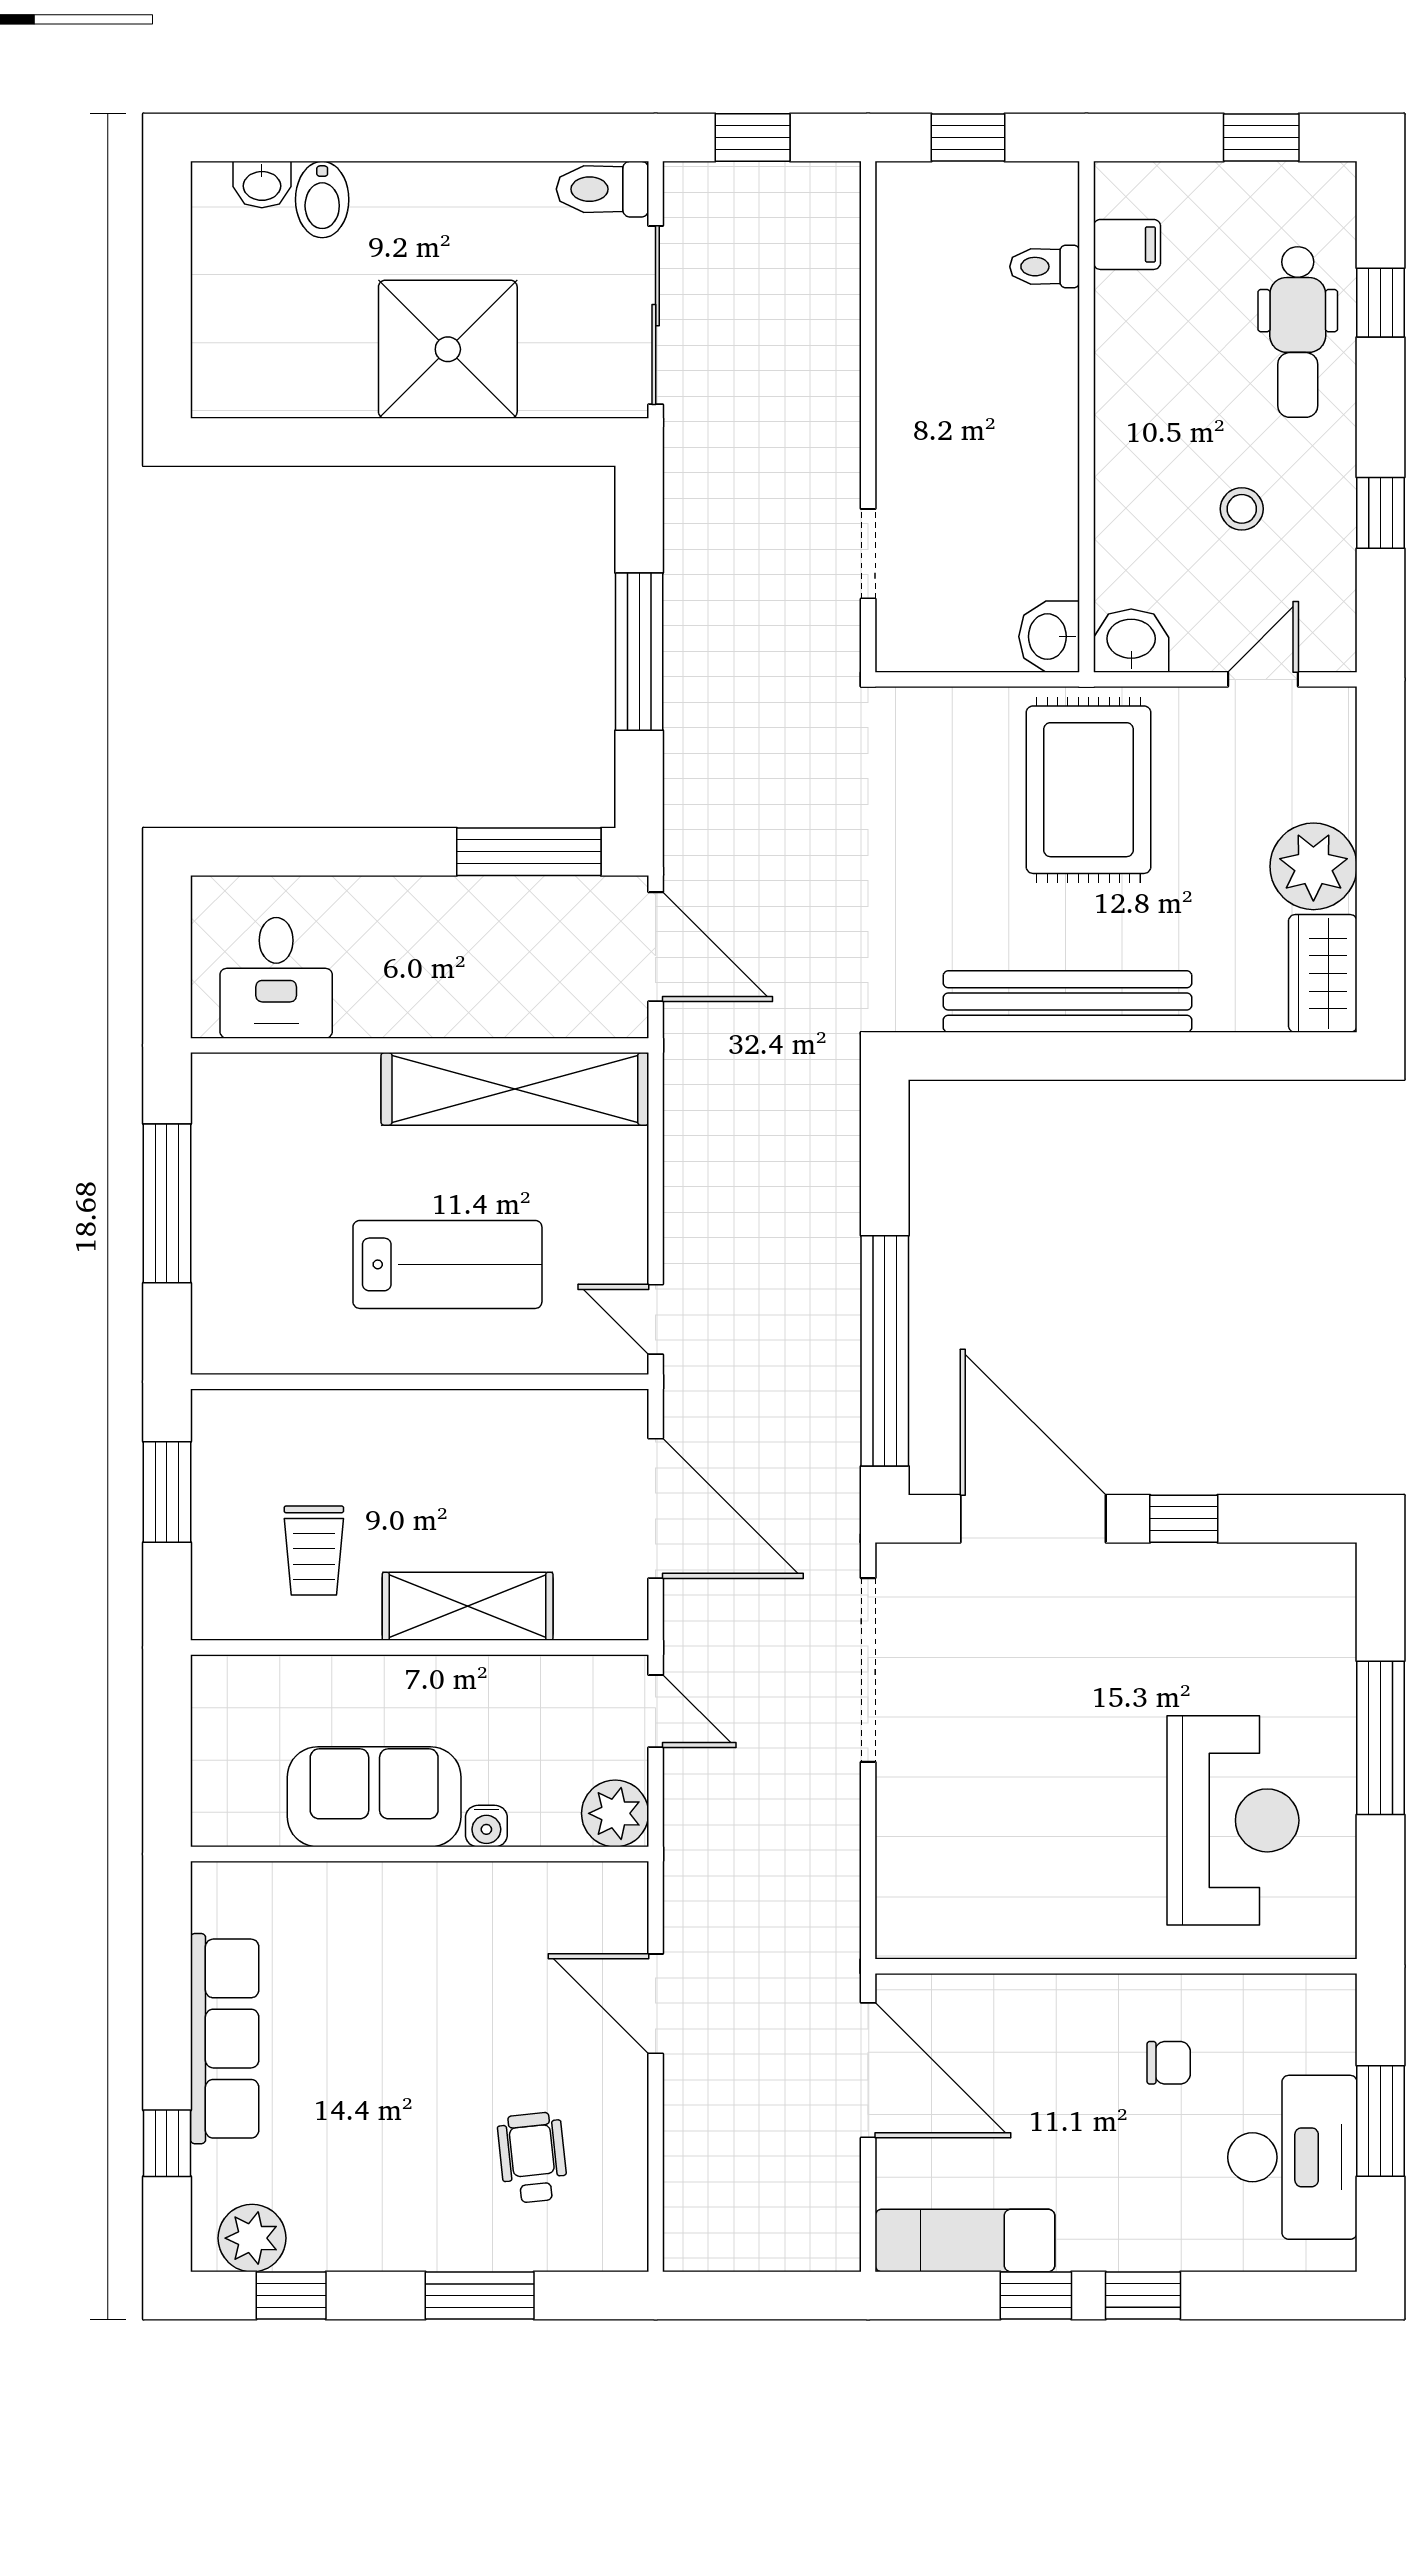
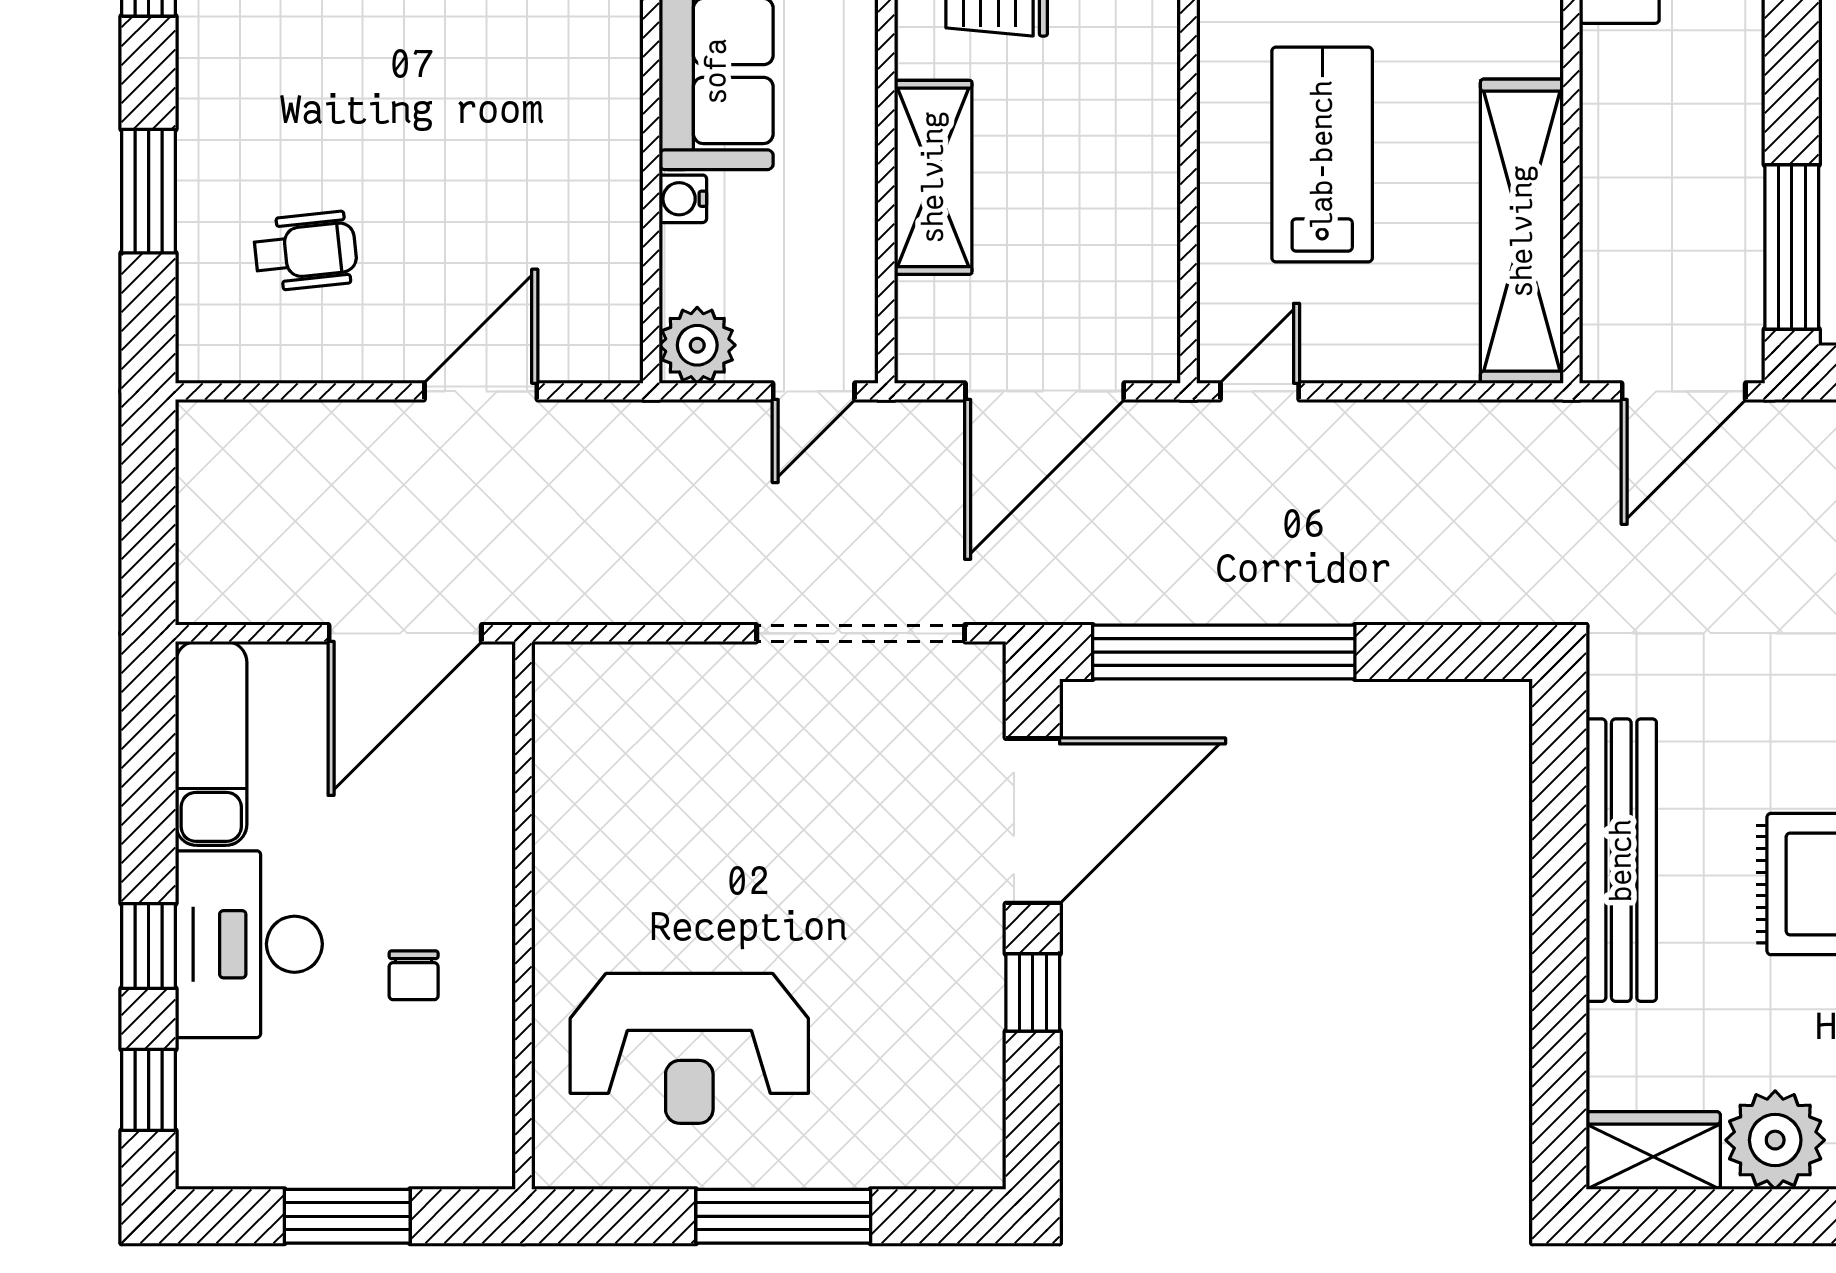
lab bench: (447, 1264) -> (1322, 154), turned 180
desk: (1292, 2157) -> (249, 944), moved, turned 90
window: (1036, 2296) -> (149, 1090), moved

